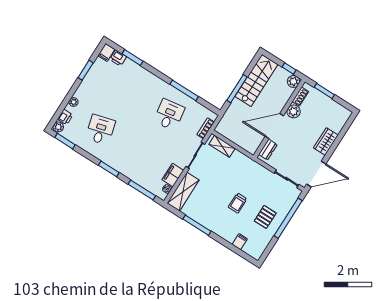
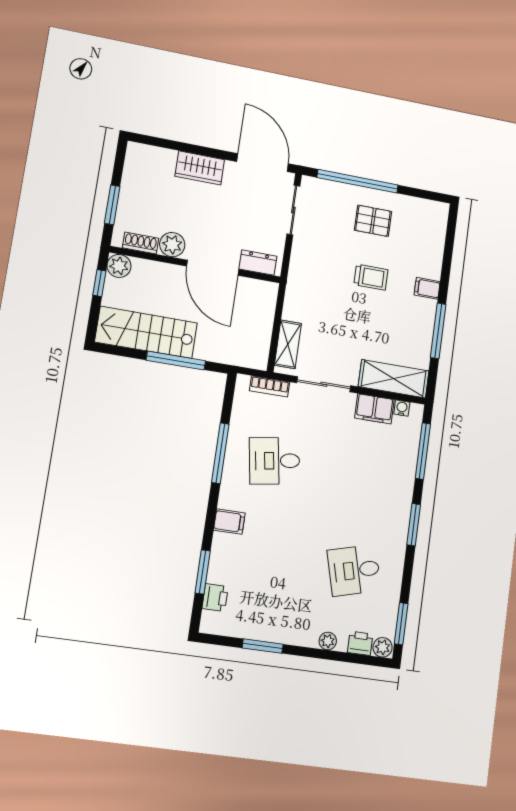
filing cabinet: (106, 52) -> (229, 522), moved
filing cabinet: (240, 242) -> (427, 288), moved

